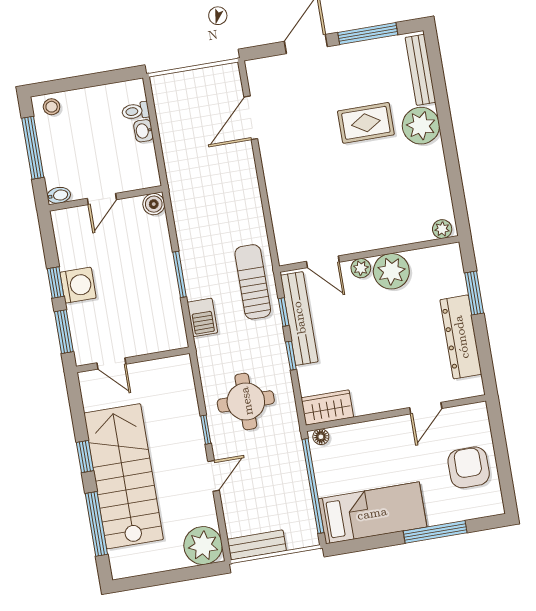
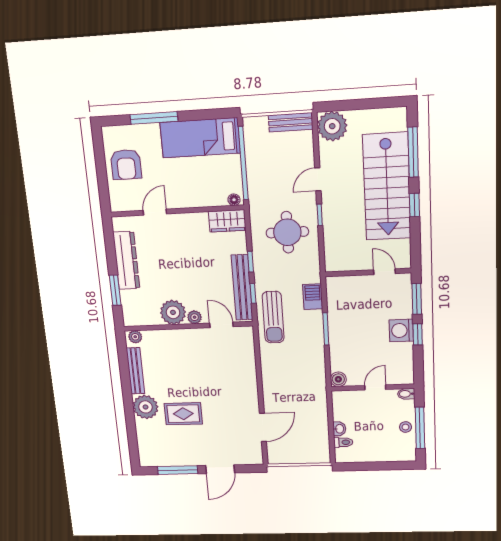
bench: (420, 70) -> (135, 371), moved
stool: (52, 107) -> (406, 427), moved

